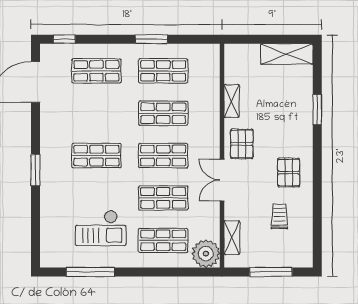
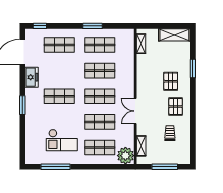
shelving: (232, 101) -> (141, 44), moved
freezer: (51, 124) -> (32, 77), added
pallet: (242, 144) -> (171, 81), moved

